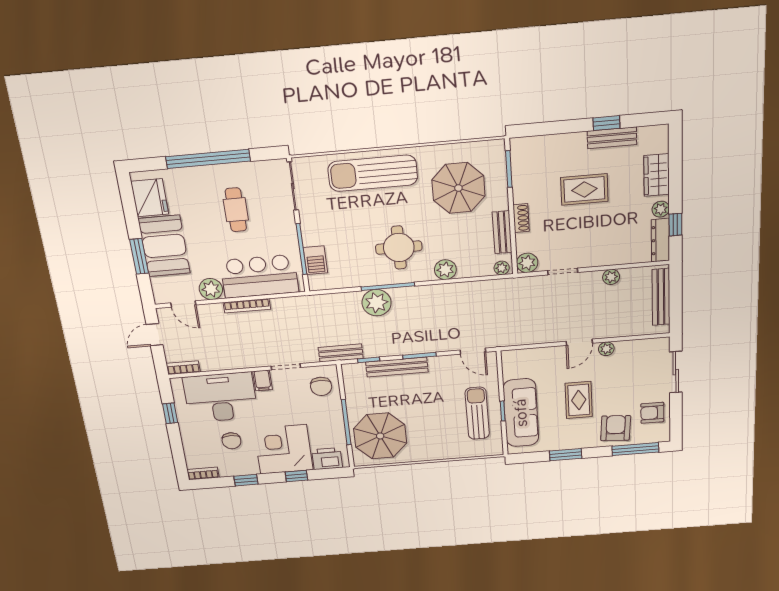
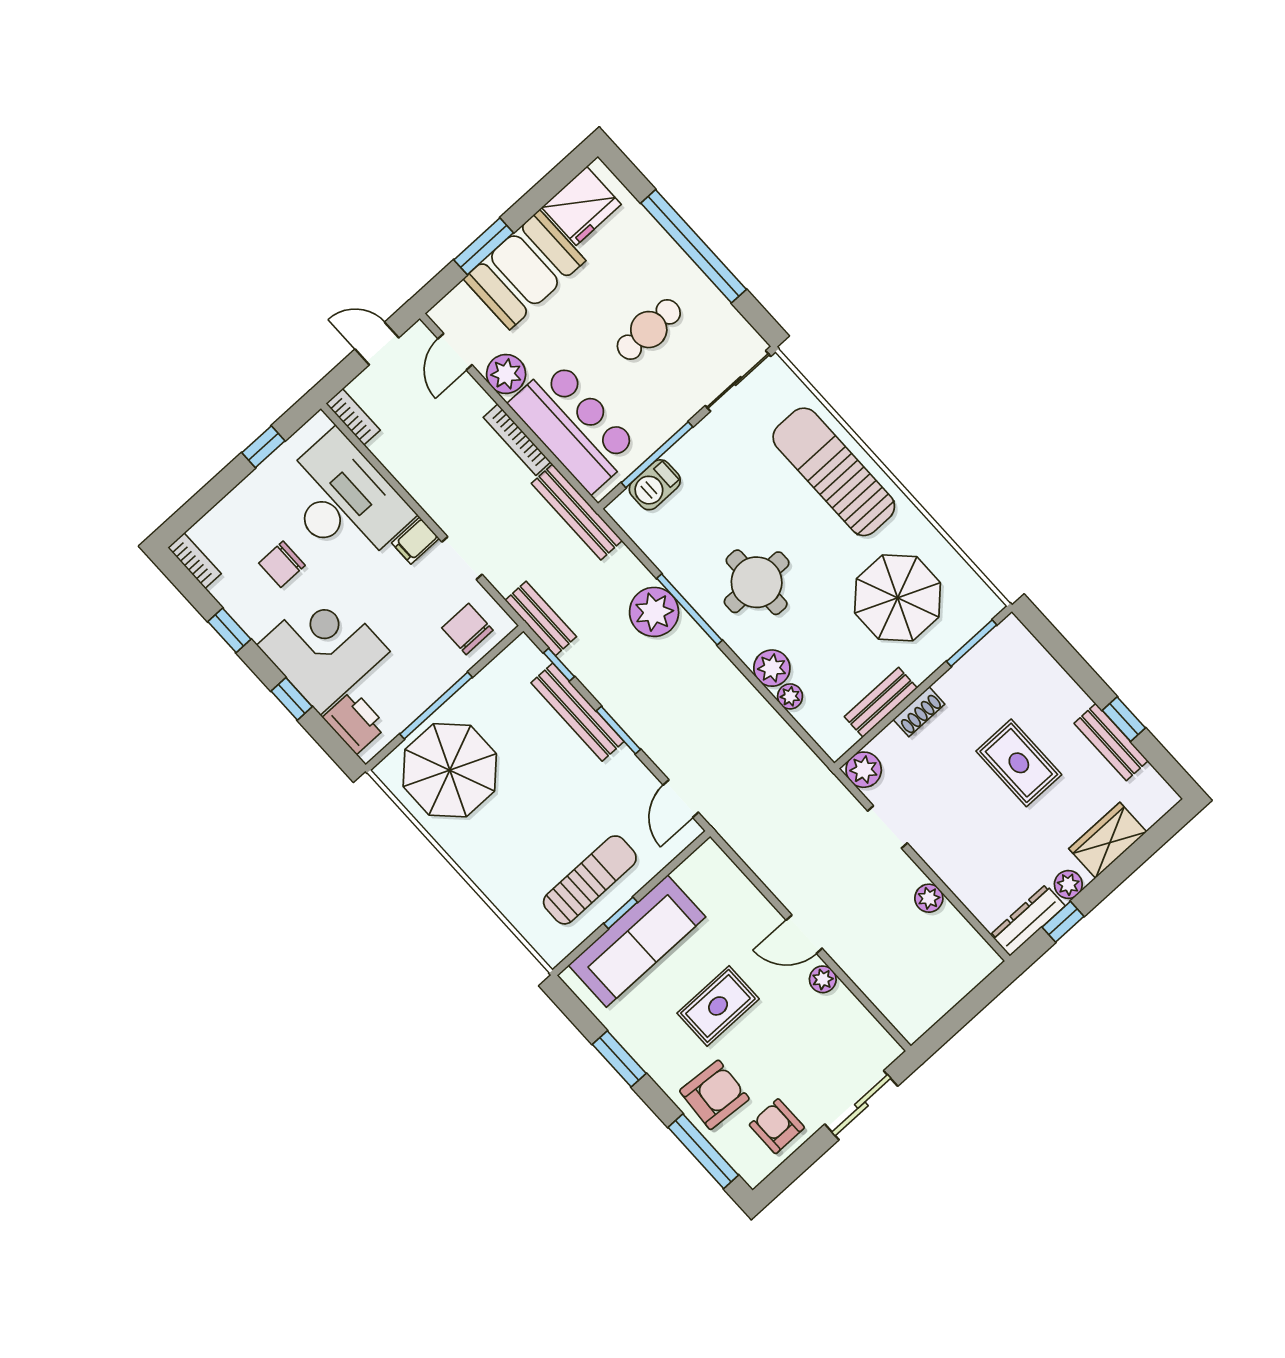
plant: (502, 268) -> (790, 696), moved
bench: (661, 297) -> (577, 512), moved, turned 90
chair: (321, 386) -> (467, 629), turned 90

